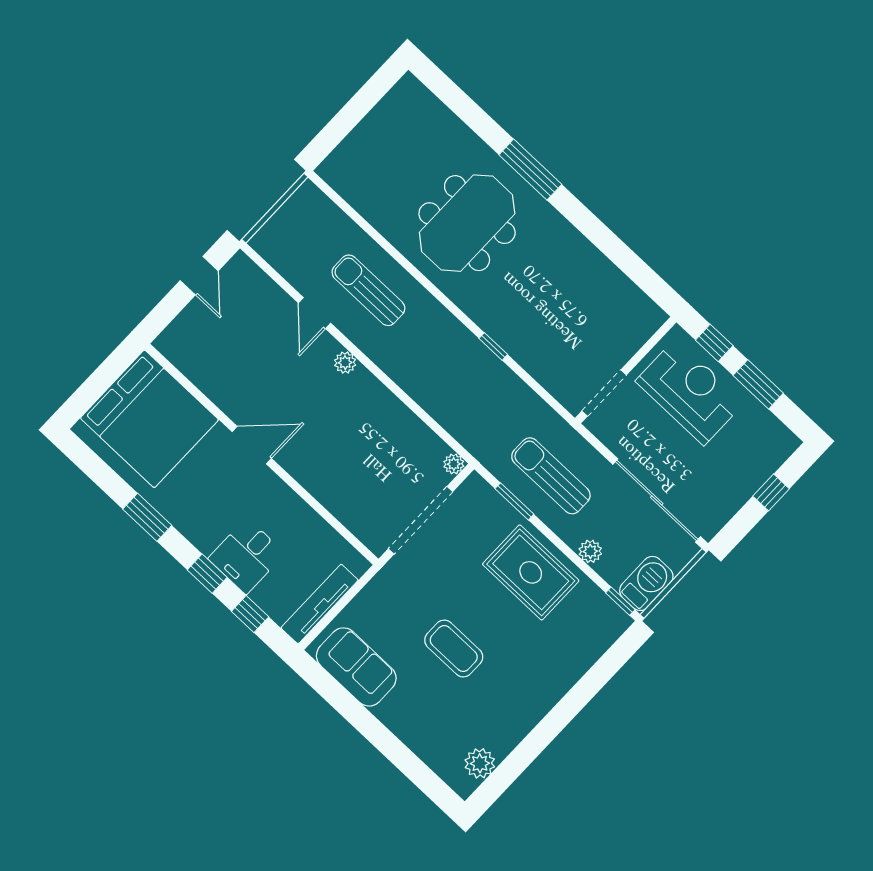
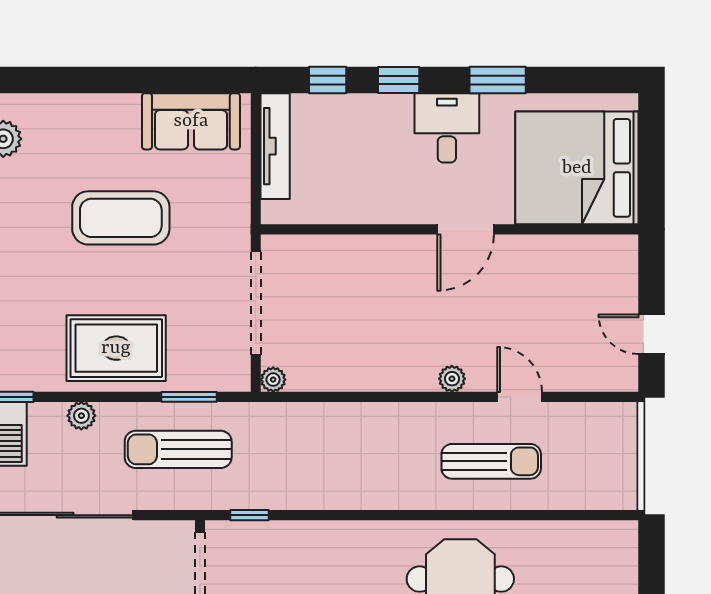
window: (493, 346) -> (249, 515), moved
sun lounger: (551, 476) -> (178, 449), turned 180
desk: (246, 556) -> (447, 128), moved
coffee table: (454, 649) -> (121, 218), width x1.36, depth x1.32

